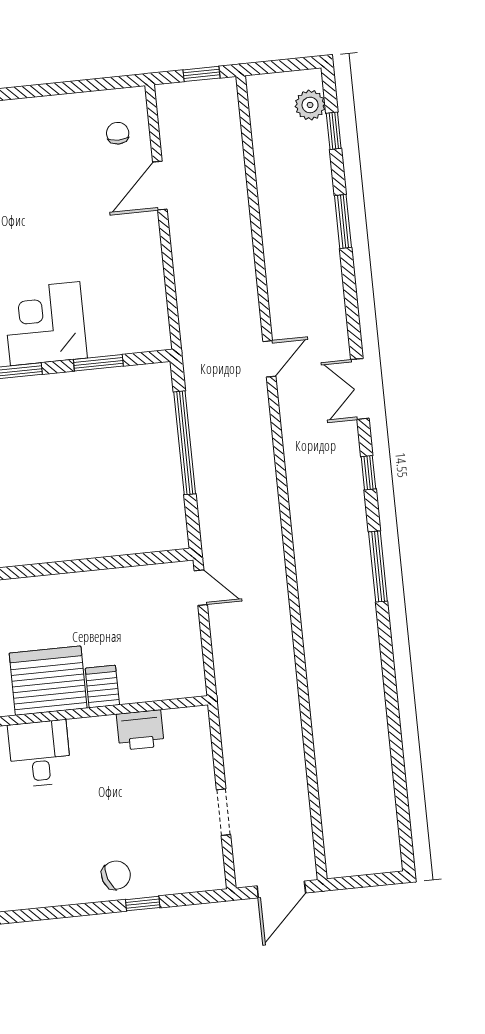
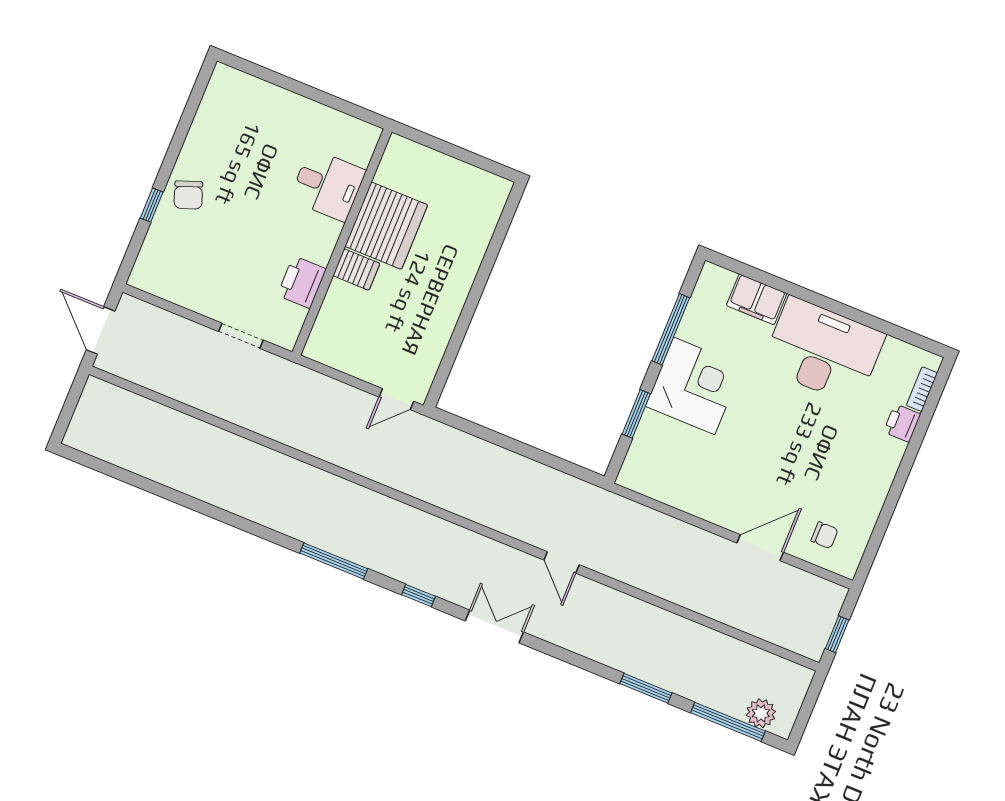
window: (334, 131) -> (728, 722), width x2.17
door: (160, 186) -> (760, 548), hinge flipped
window: (185, 443) -> (528, 451), removed
doorway: (224, 812) -> (241, 336), moved

